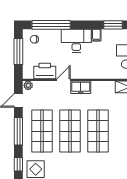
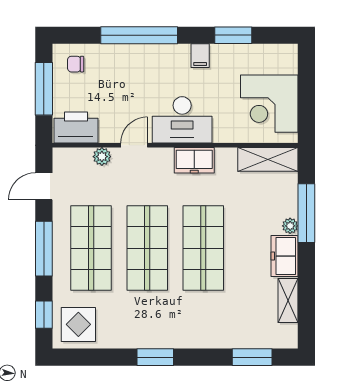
window: (51, 25) -> (139, 35), moved
desk: (76, 41) -> (182, 120), moved, turned 180
printer: (45, 71) -> (76, 128), moved
plant: (28, 85) -> (102, 157), moved
freezer: (81, 87) -> (194, 160), moved

